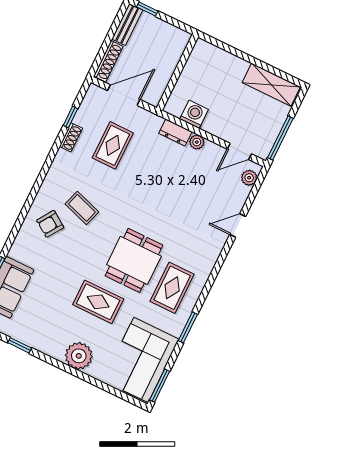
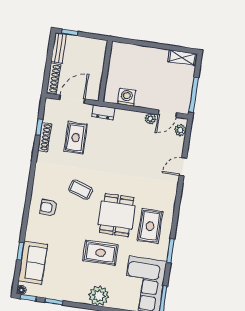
shelving: (271, 85) -> (182, 58), width x0.67, depth x0.75
dresser: (175, 132) -> (103, 112), moved
shoe rack: (71, 137) -> (45, 137), width x1.43
plant: (197, 142) -> (150, 119), moved
coffee table: (82, 208) -> (81, 190), moved
armchair: (50, 224) -> (49, 208), turned 58

